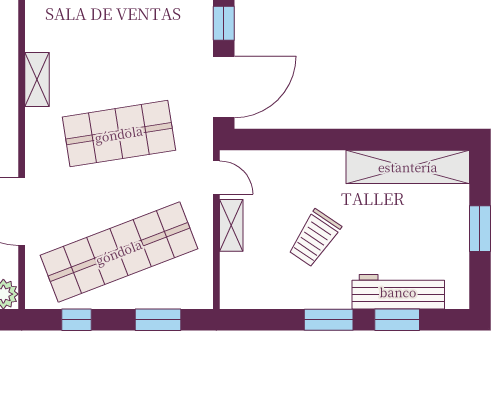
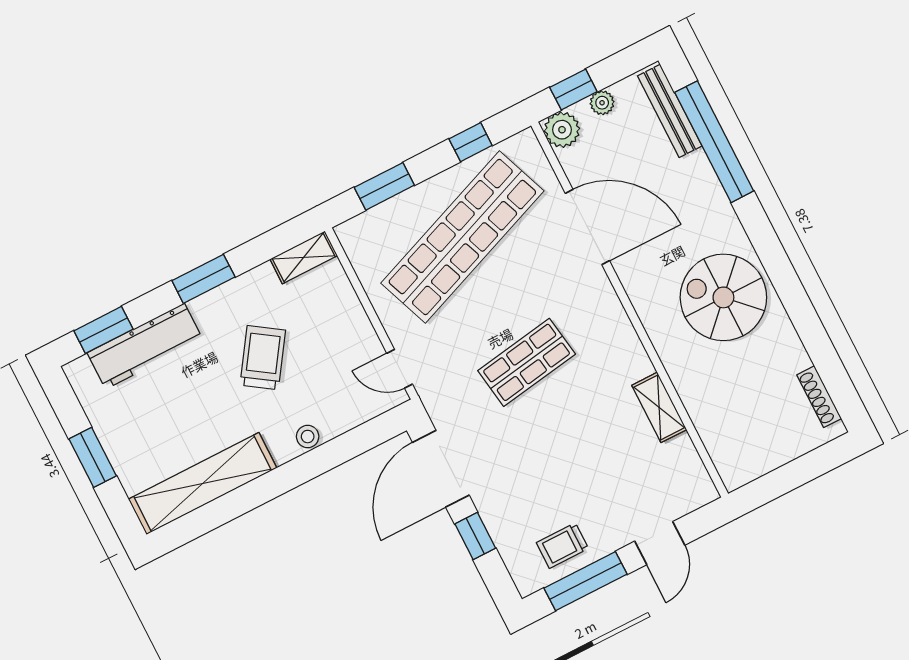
shelving: (37, 80) -> (659, 407), moved
shop shelf: (119, 134) -> (527, 362), width x0.70, depth x0.74
stool: (311, 162) -> (308, 437), added
shelving: (231, 225) -> (304, 257), moved, turned 90
window: (397, 320) -> (103, 330), moved

